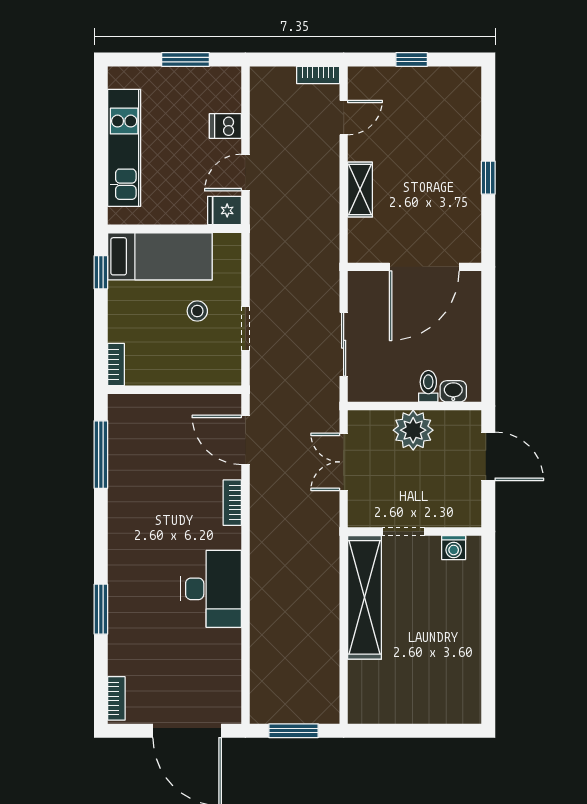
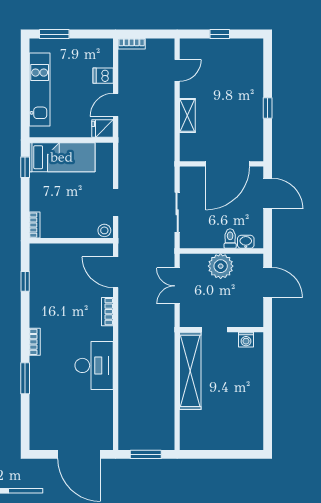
window: (185, 60) -> (54, 34), moved
bookcase: (318, 75) -> (132, 44), moved
stool: (197, 311) -> (104, 230), moved
door: (488, 314) -> (268, 194), added
window: (101, 455) -> (25, 281), width x0.46
bookcase: (116, 698) -> (35, 342), moved

